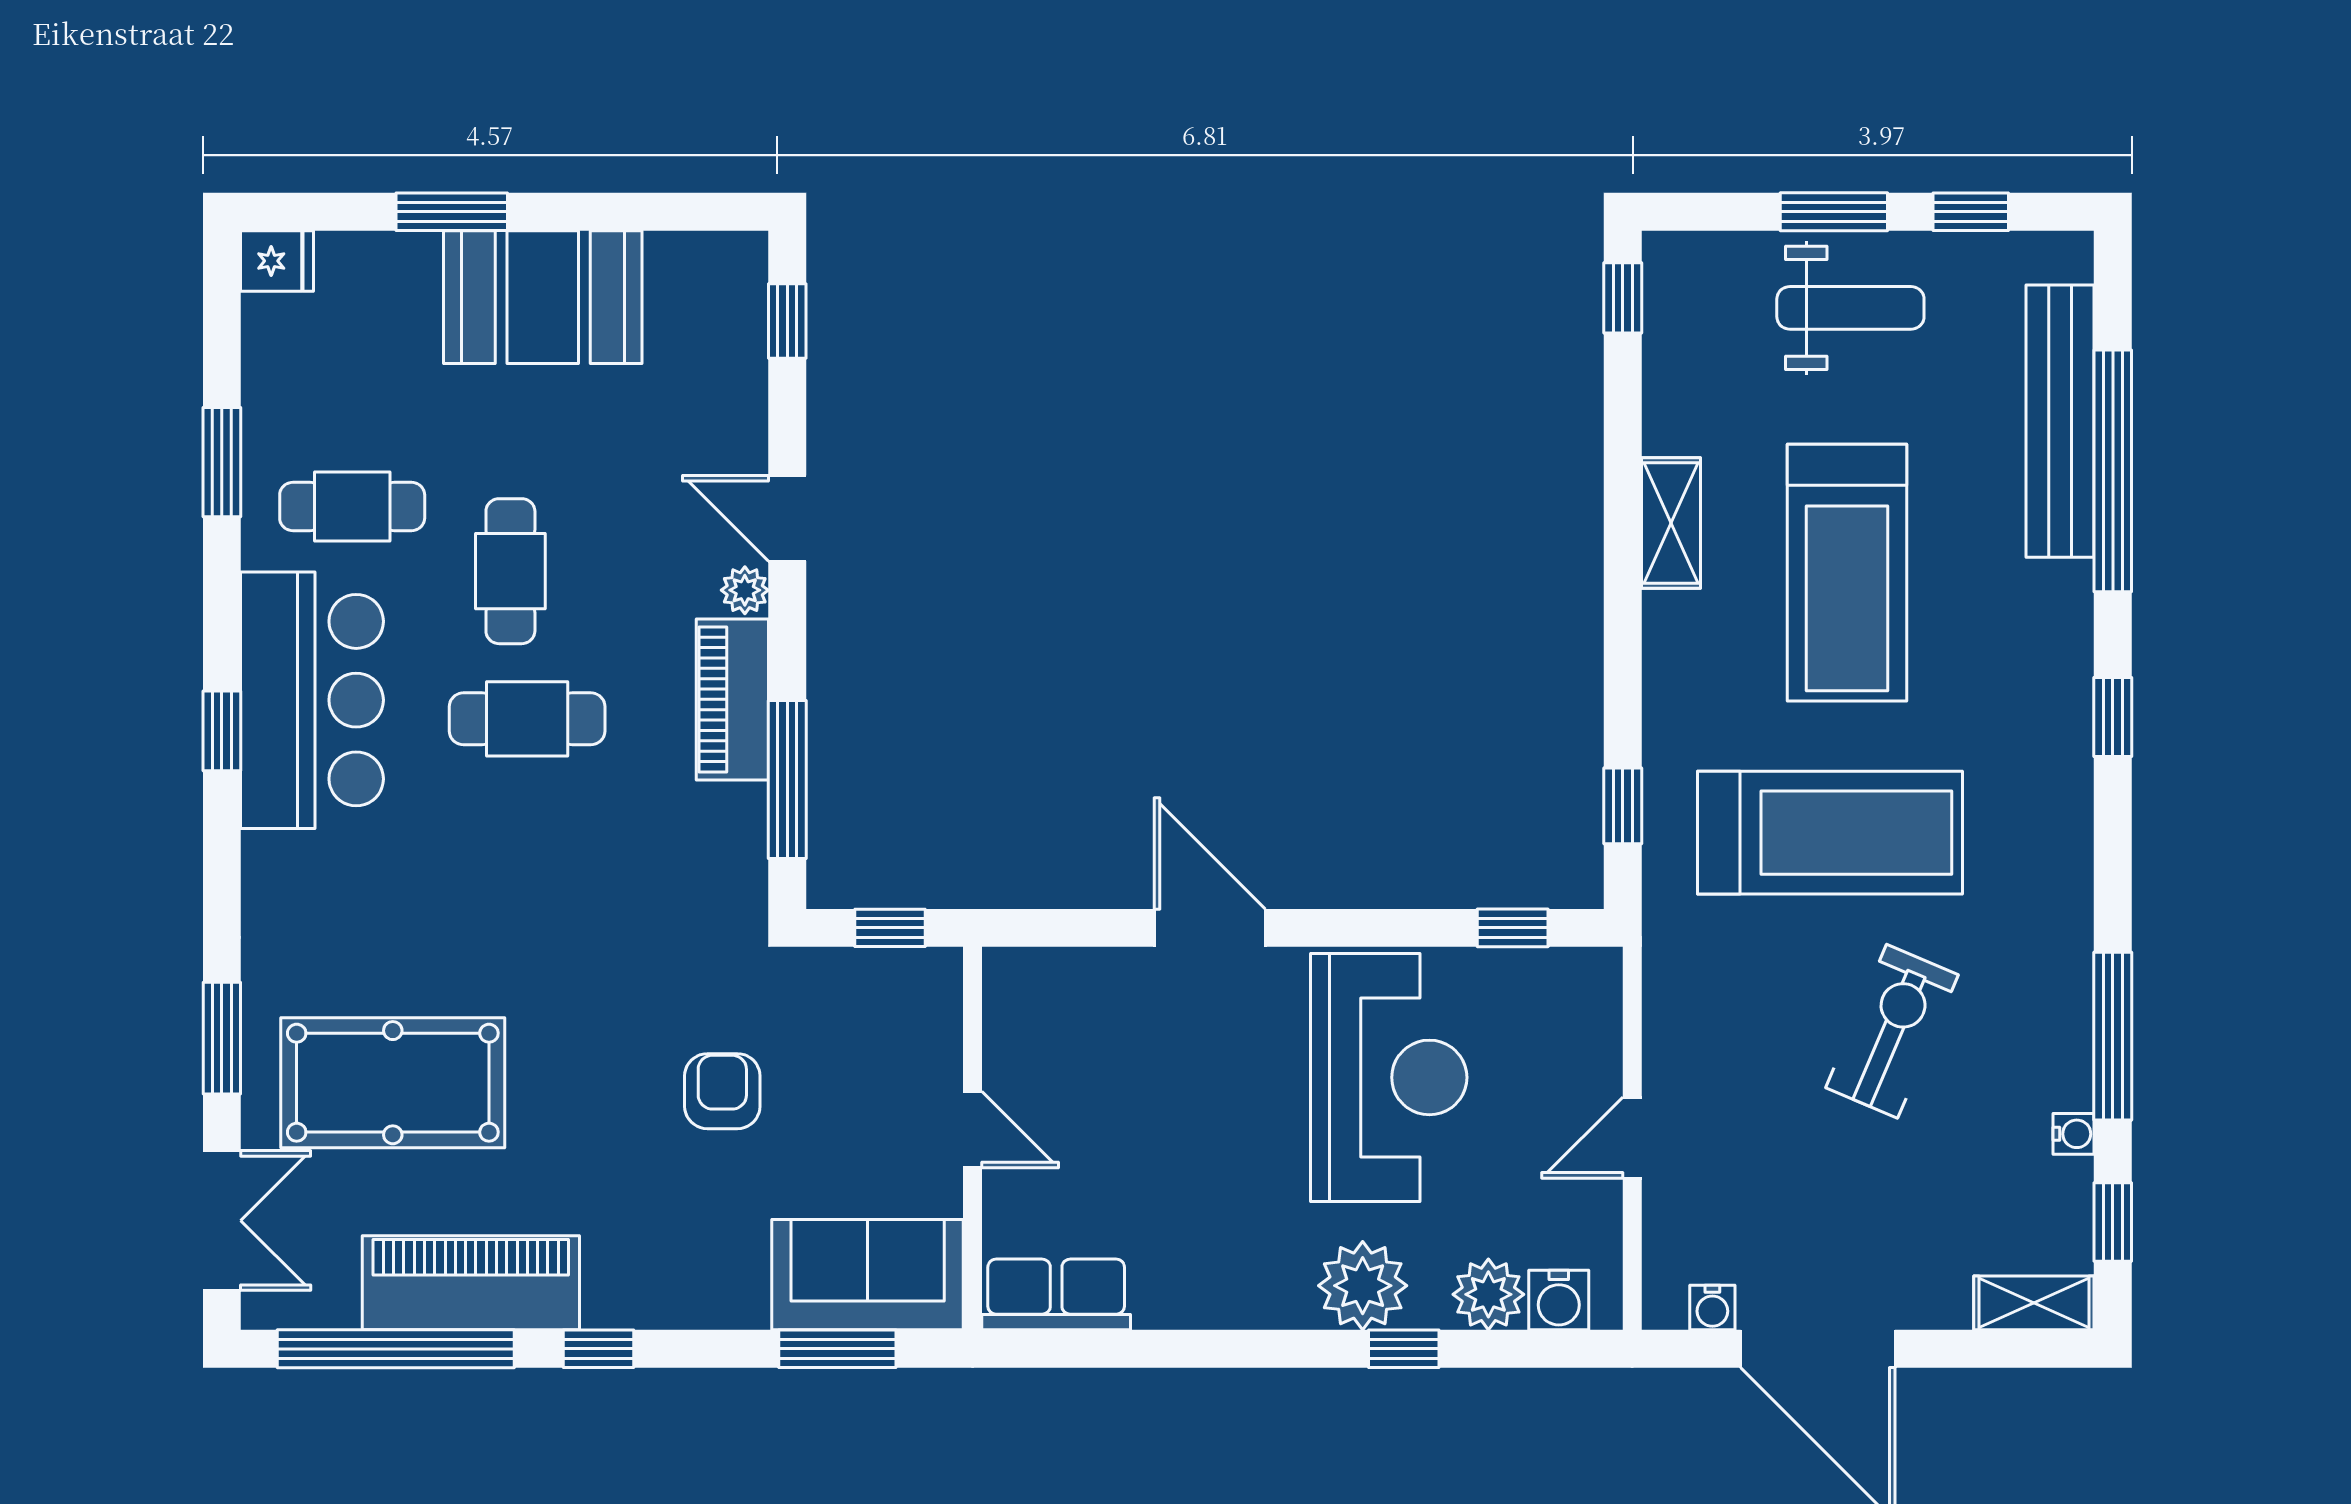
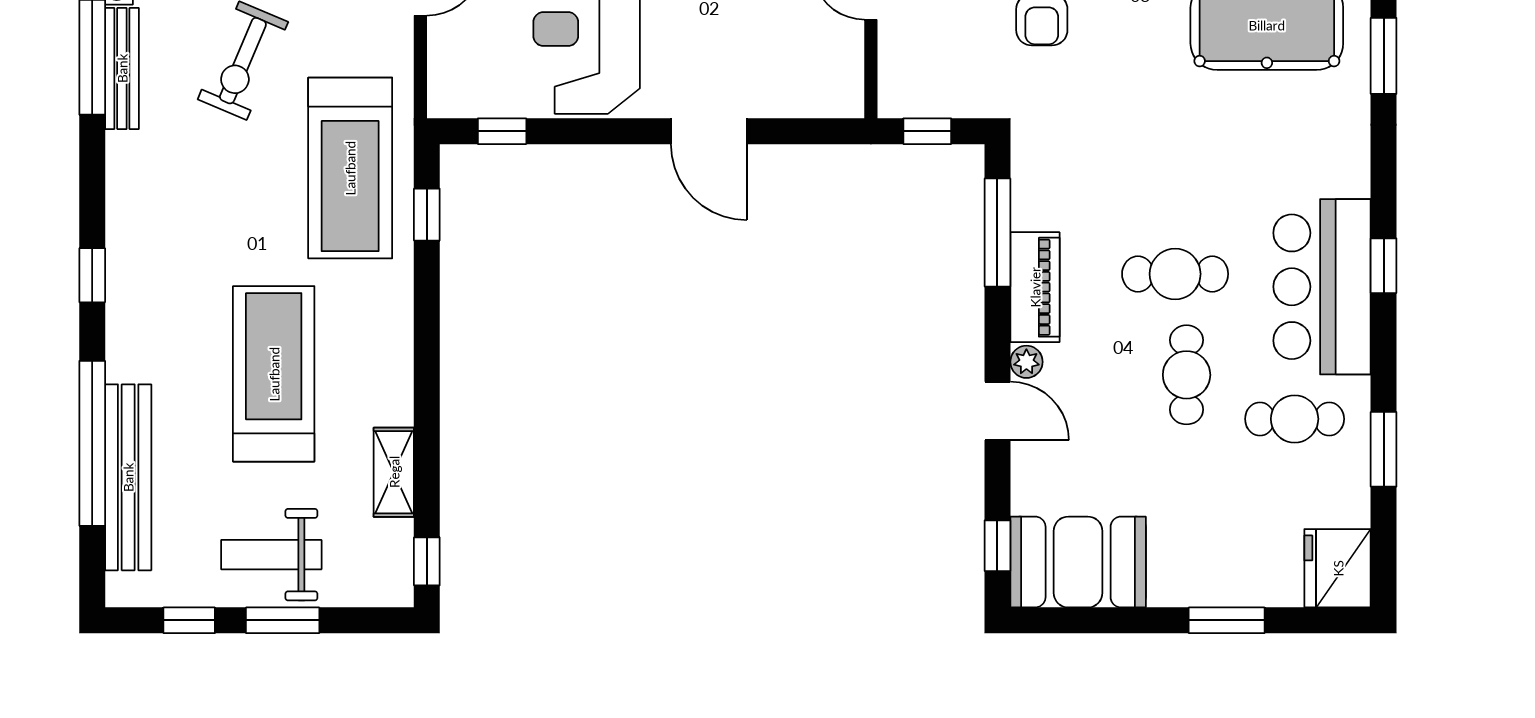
fridge: (277, 261) -> (1338, 568), width x1.88, depth x1.34
booth: (543, 297) -> (1078, 562), moved
shelving: (1671, 523) -> (394, 472), moved
treadmill: (1830, 833) -> (350, 168), moved, turned -90
bench: (2069, 1020) -> (122, 68), added

